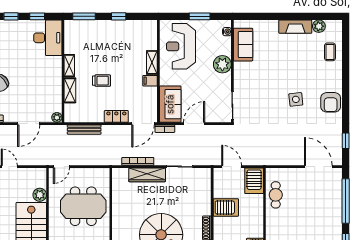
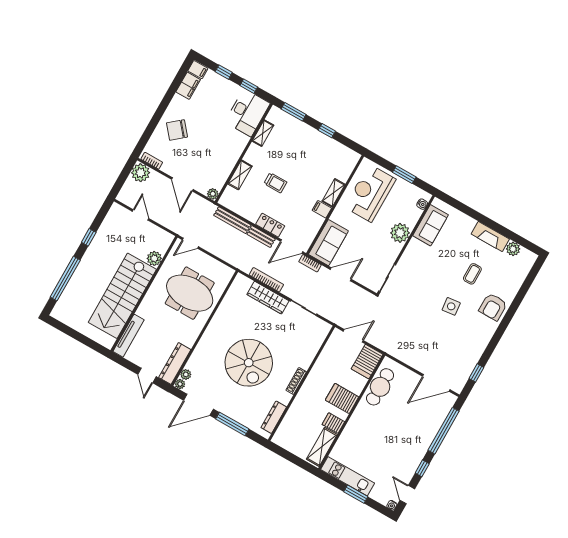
coffee table: (330, 52) -> (472, 274), moved
shelving: (69, 66) -> (263, 133), moved
armchair: (331, 102) -> (493, 307), moved
door: (29, 124) -> (182, 184), hinge flipped
bench: (114, 130) -> (261, 237), added
door: (232, 167) -> (353, 336), hinge flipped
door: (318, 167) -> (436, 383), swing flipped
cafe table: (276, 195) -> (380, 387), width x1.37, depth x1.35
server rack: (226, 207) -> (342, 398), moved, turned 180

